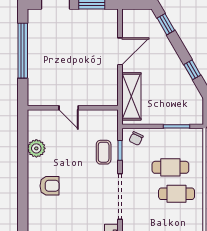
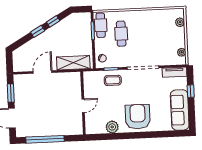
window: (166, 24) -> (38, 31), moved
door: (120, 51) -> (43, 72), hinge flipped
armchair: (50, 186) -> (138, 117), width x1.88, depth x1.88
cafe table: (177, 194) -> (101, 25), moved

